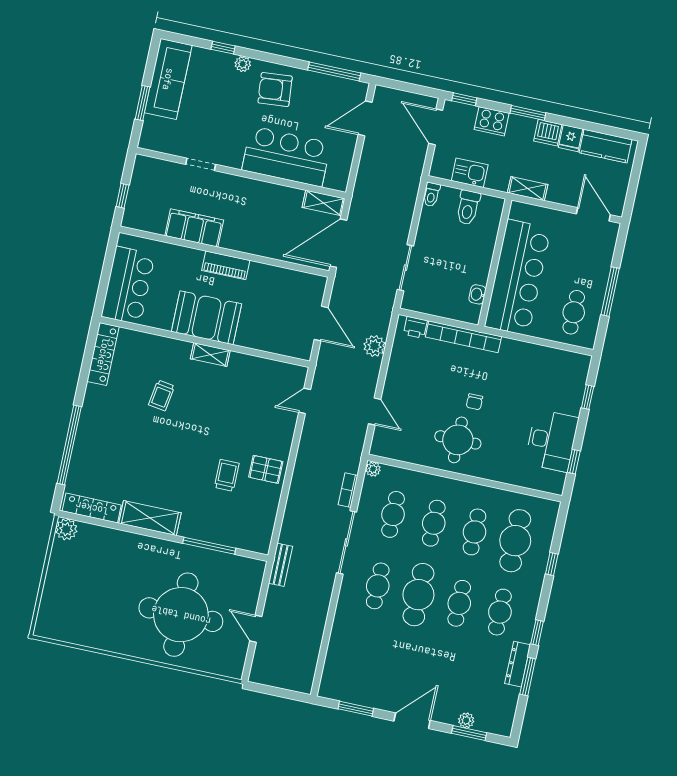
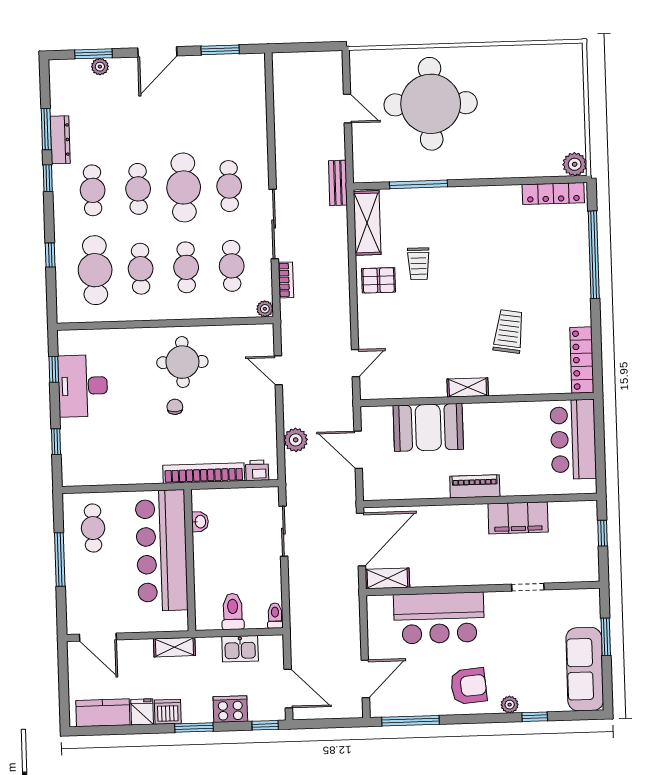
booth: (207, 318) -> (428, 427), moved
trolley: (162, 395) -> (509, 331), width x1.36, depth x1.39
shelving: (150, 518) -> (367, 223), moved, turned 90

